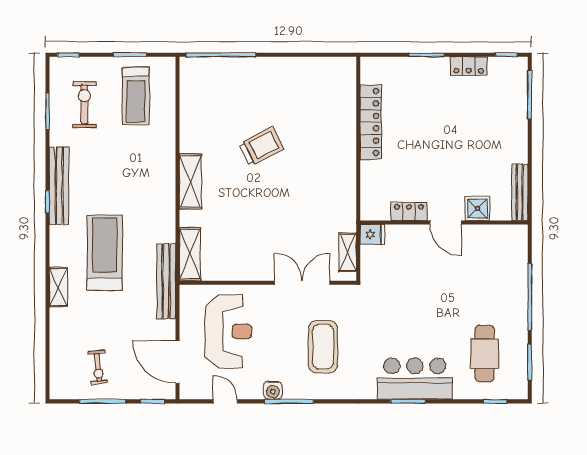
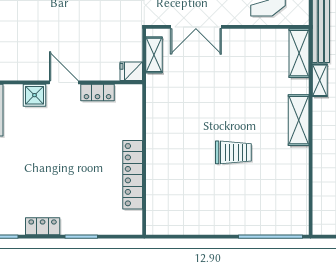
trolley: (261, 146) -> (233, 152), turned -153
shelving: (168, 225) -> (320, 80), added

